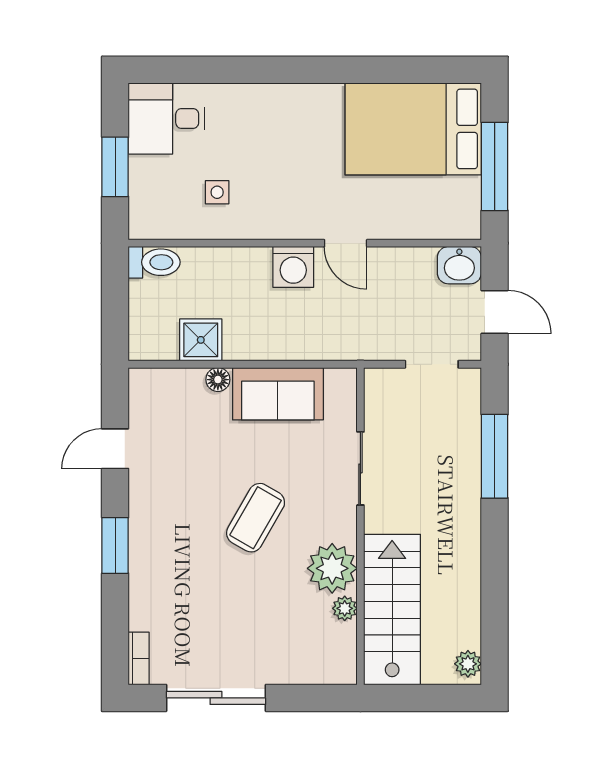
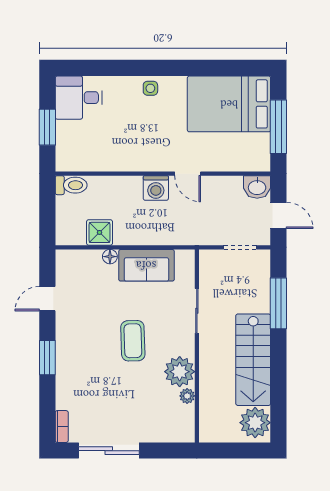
side table: (217, 192) -> (150, 88), moved
coffee table: (256, 518) -> (133, 341), turned -32
stairs: (392, 610) -> (253, 360), moved, turned 180
plant: (468, 664) -> (255, 423), width x1.88, depth x1.88

